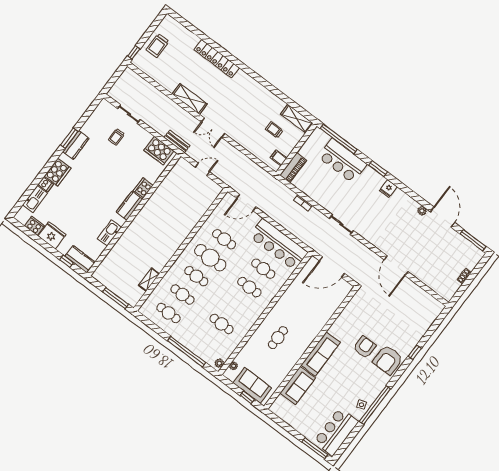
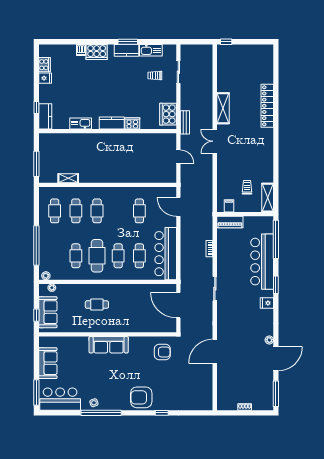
trolley: (158, 46) -> (244, 55), removed
bar counter: (342, 161) -> (262, 262), width x1.36
kitchen sink: (35, 199) -> (151, 50), moved
fridge: (52, 235) -> (45, 78), width x0.53, depth x0.75
cafe table: (210, 258) -> (97, 256), moved
armchair: (365, 347) -> (162, 352), moved
sofa: (298, 386) -> (48, 363), moved, turned -90

